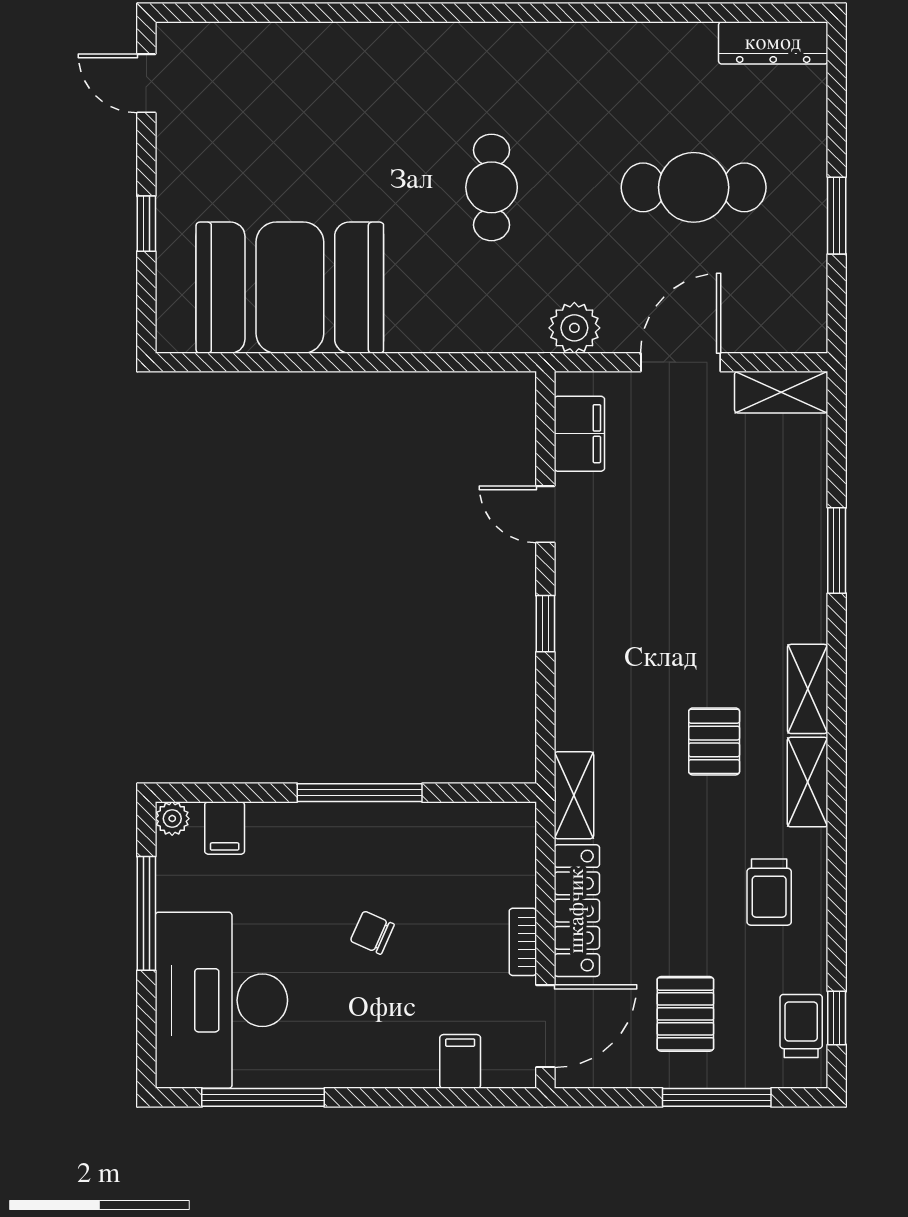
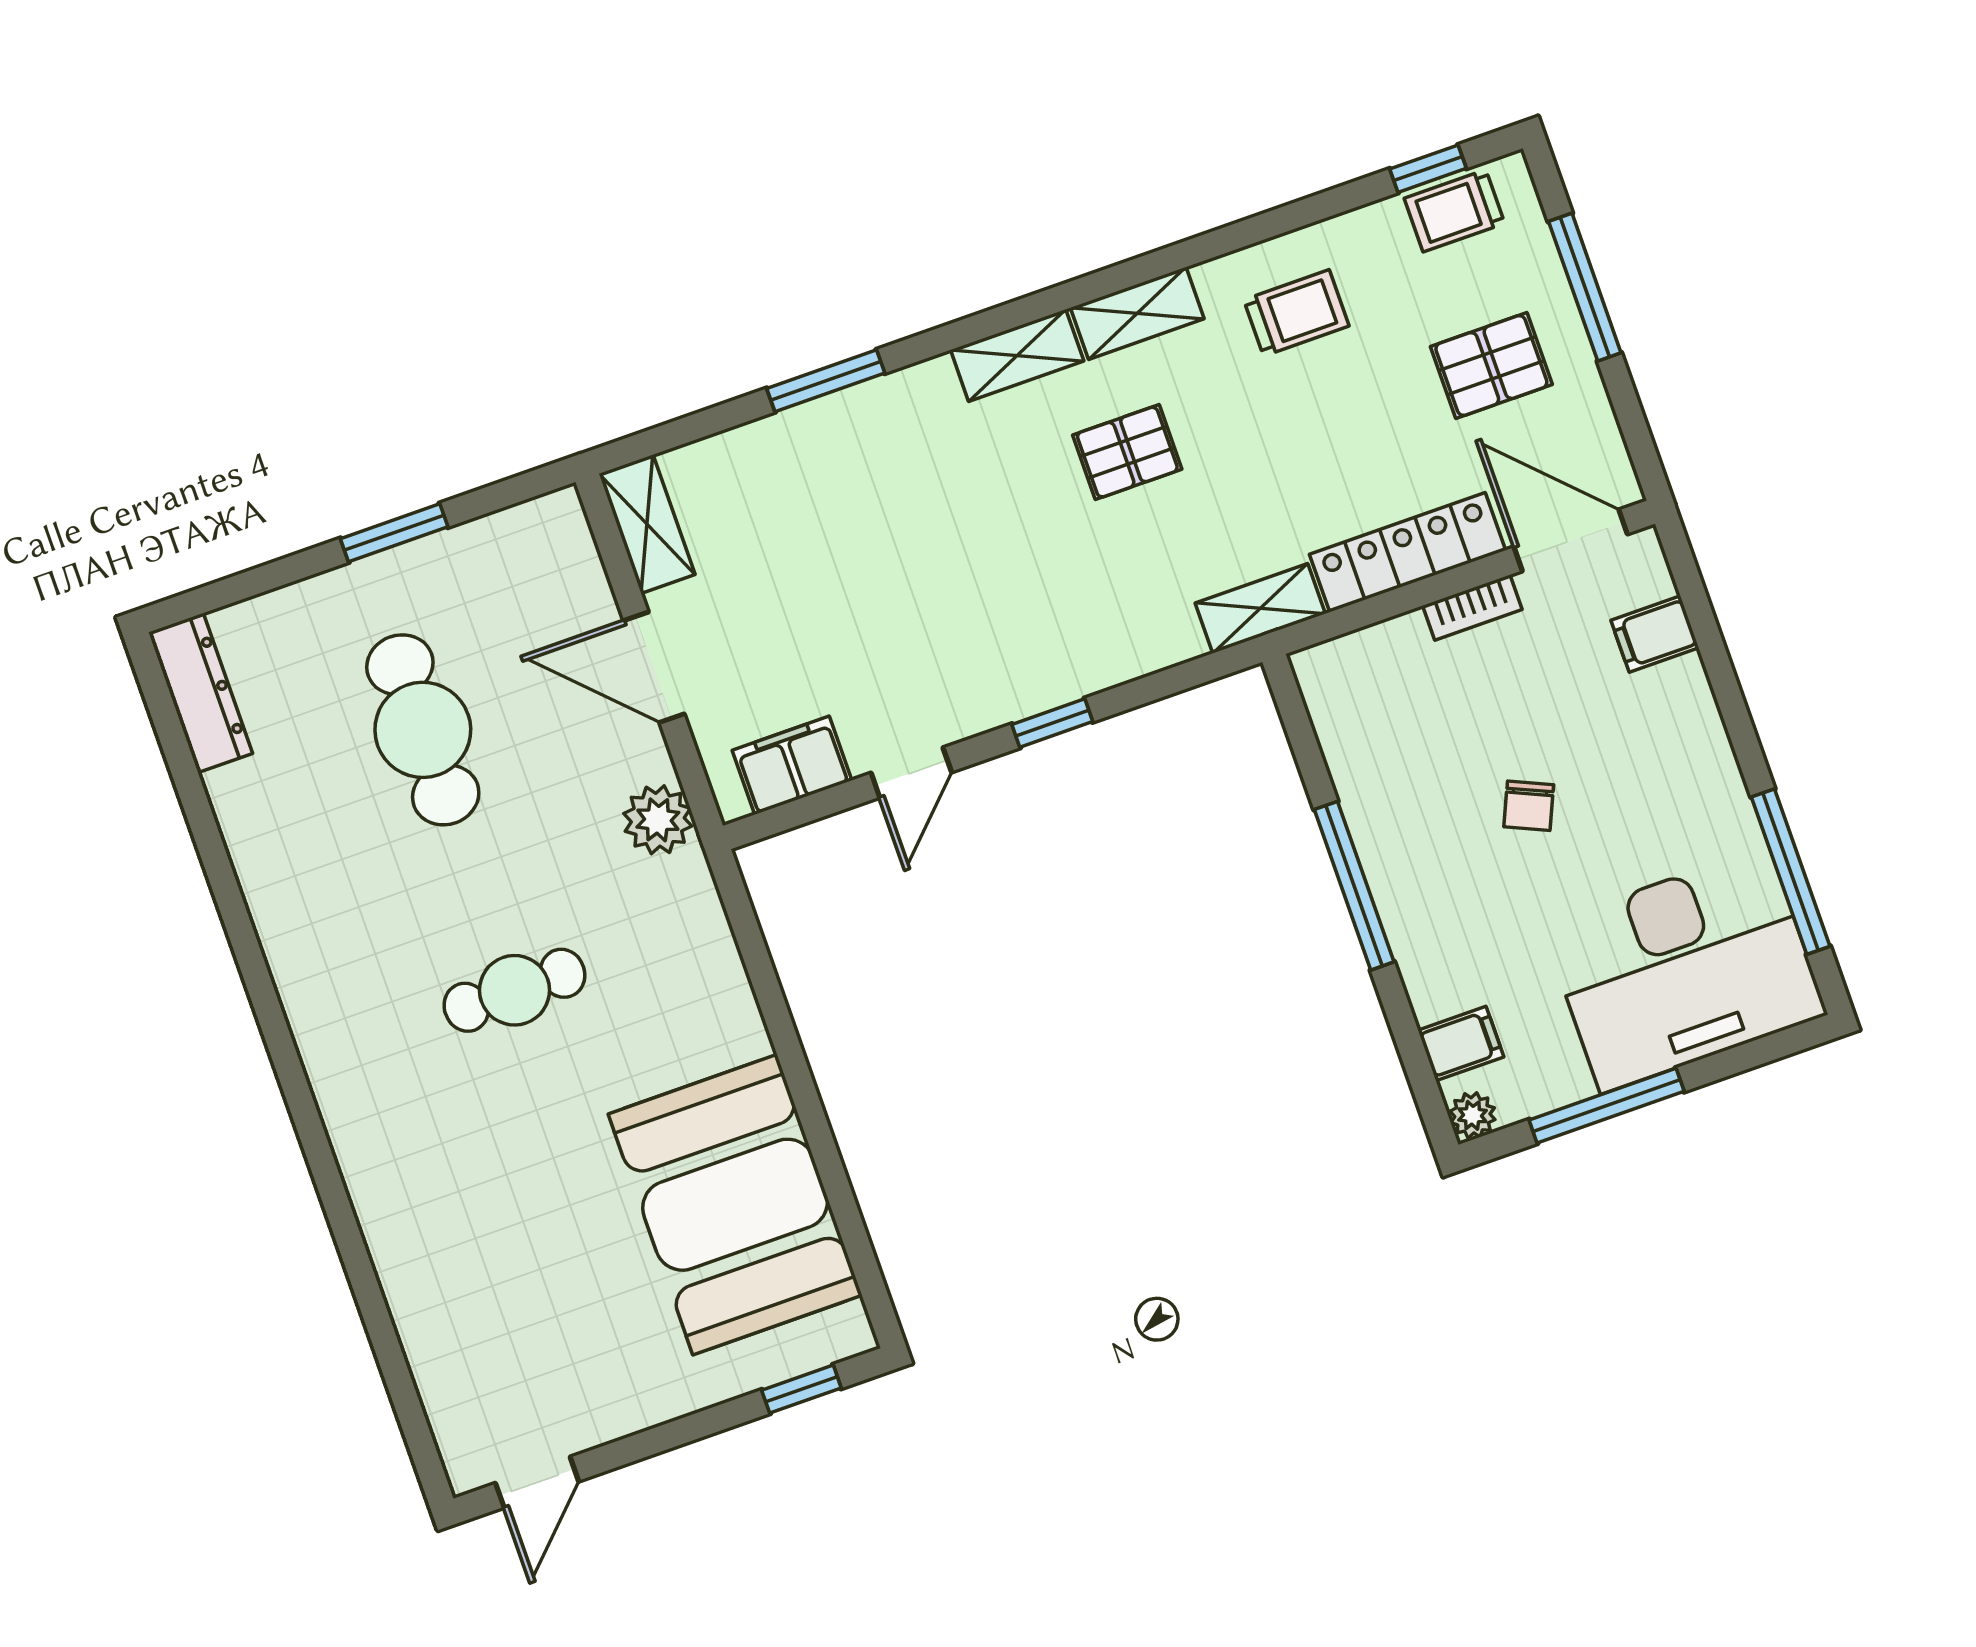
window: (146, 224) -> (801, 1389), moved

